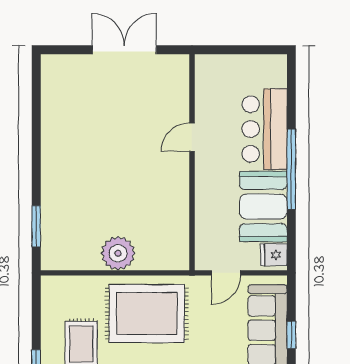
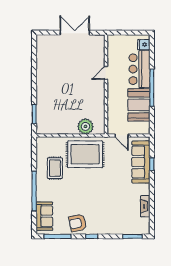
plant: (118, 253) -> (85, 126), moved
fridge: (274, 255) -> (144, 45), moved
door: (226, 273) -> (122, 136), hinge flipped

